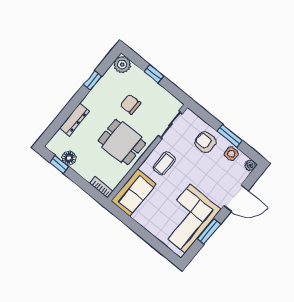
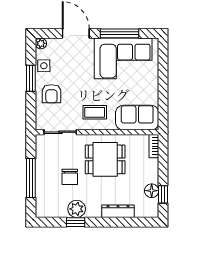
plant: (122, 65) -> (77, 209), moved
window: (154, 74) -> (31, 178), width x2.17
dining table: (122, 142) -> (105, 159), turned 90
window: (209, 231) -> (120, 33), width x1.44

